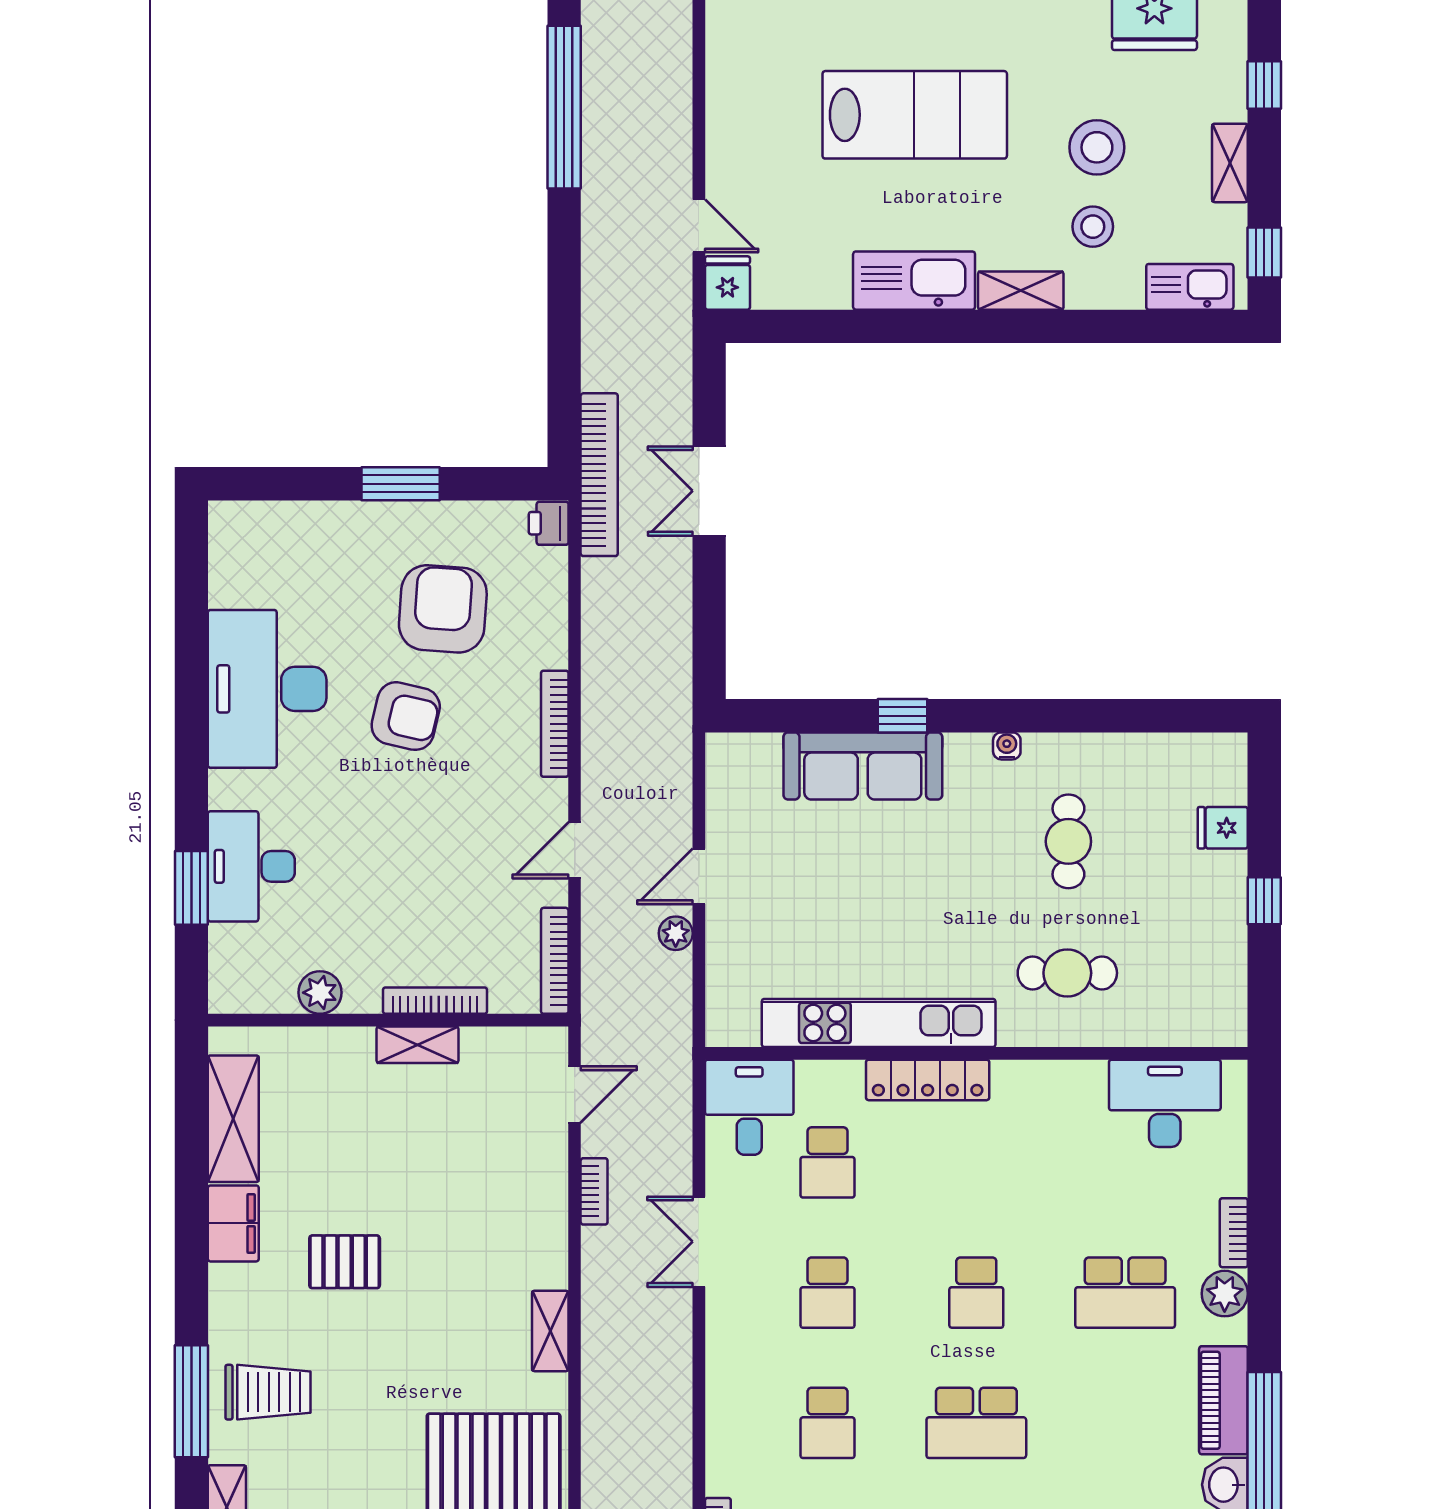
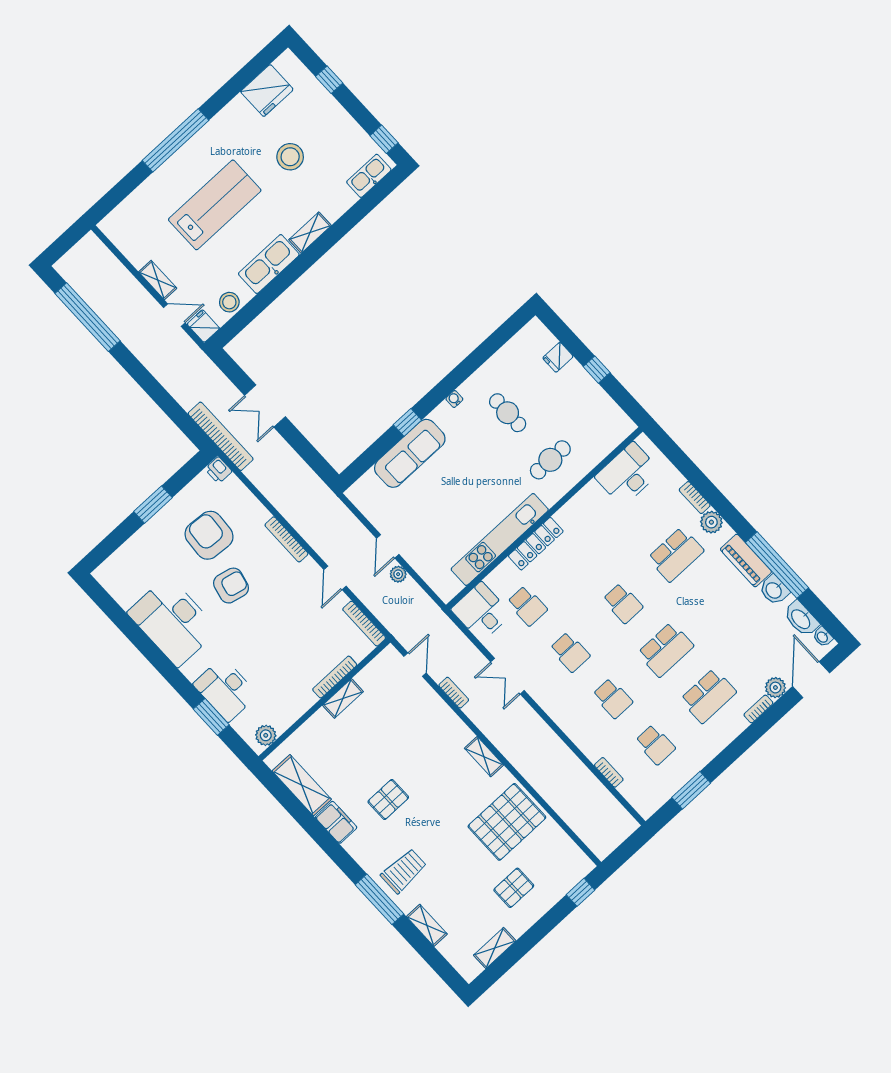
shelving: (1230, 163) -> (158, 280), moved
stool: (1093, 227) -> (229, 302), moved
plant: (320, 993) -> (266, 735), moved

